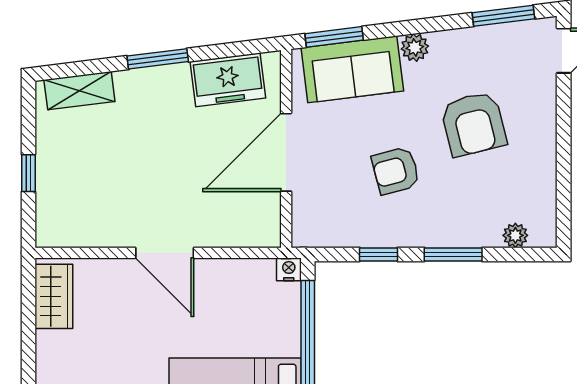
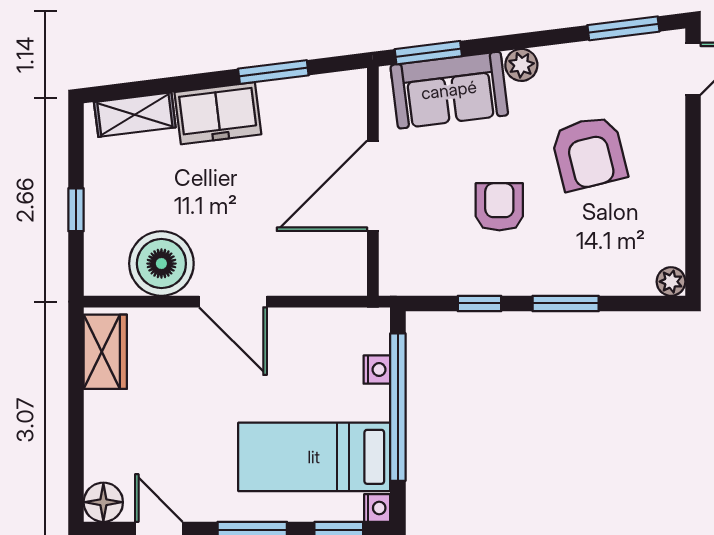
window: (158, 59) -> (273, 72), moved
freezer: (228, 80) -> (218, 113), moved
armchair: (396, 171) -> (499, 207), turned 105
boiler: (103, 220) -> (161, 264), added
plant: (515, 235) -> (671, 282), moved
nightstand: (289, 269) -> (377, 370), moved, turned 90

